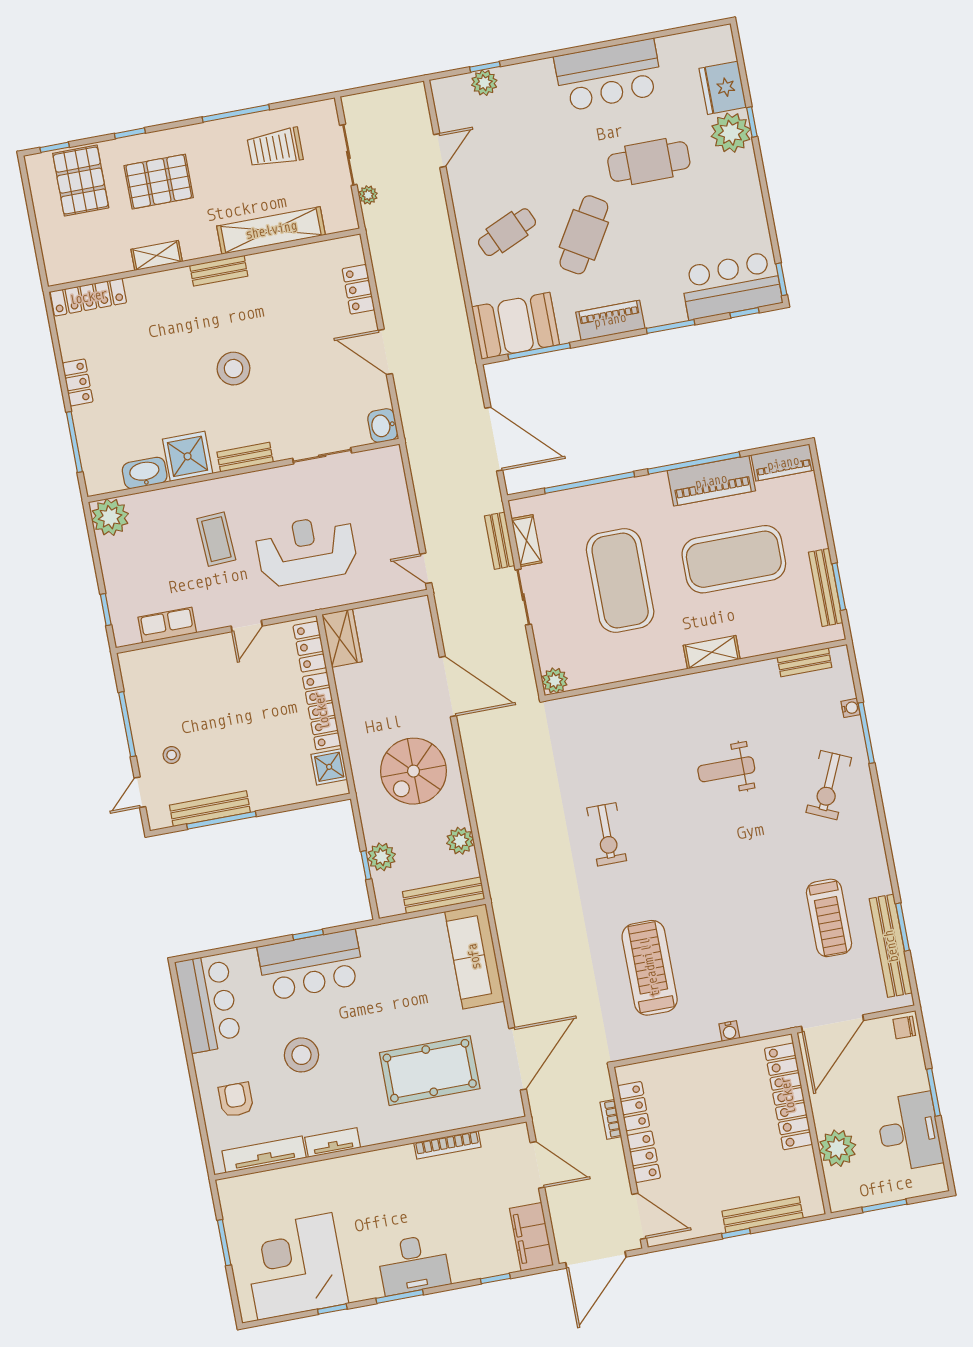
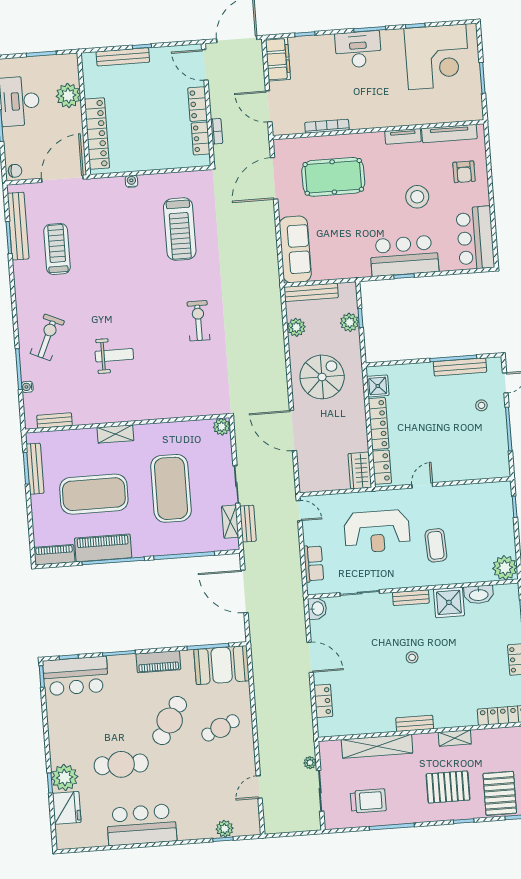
stool: (234, 369) -> (412, 657), width x0.53, depth x0.53
row of seats: (167, 625) -> (314, 564), moved, turned -90

